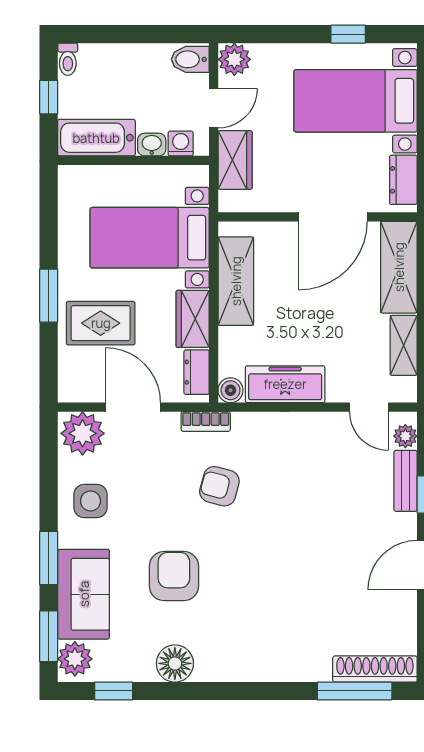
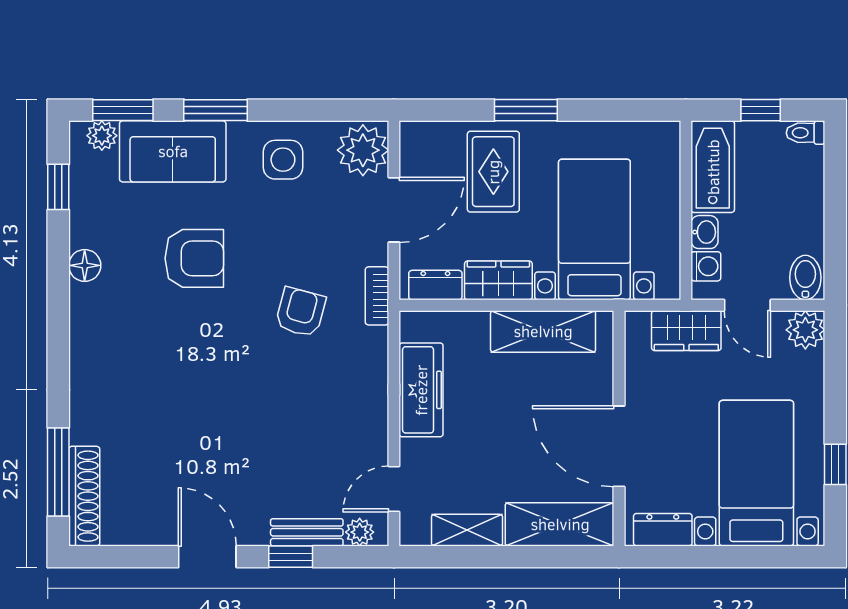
boiler: (231, 390) -> (414, 325), removed
plant: (75, 659) -> (102, 136), width x0.73, depth x0.73
floor lamp: (175, 663) -> (85, 265), width x0.73, depth x0.73

